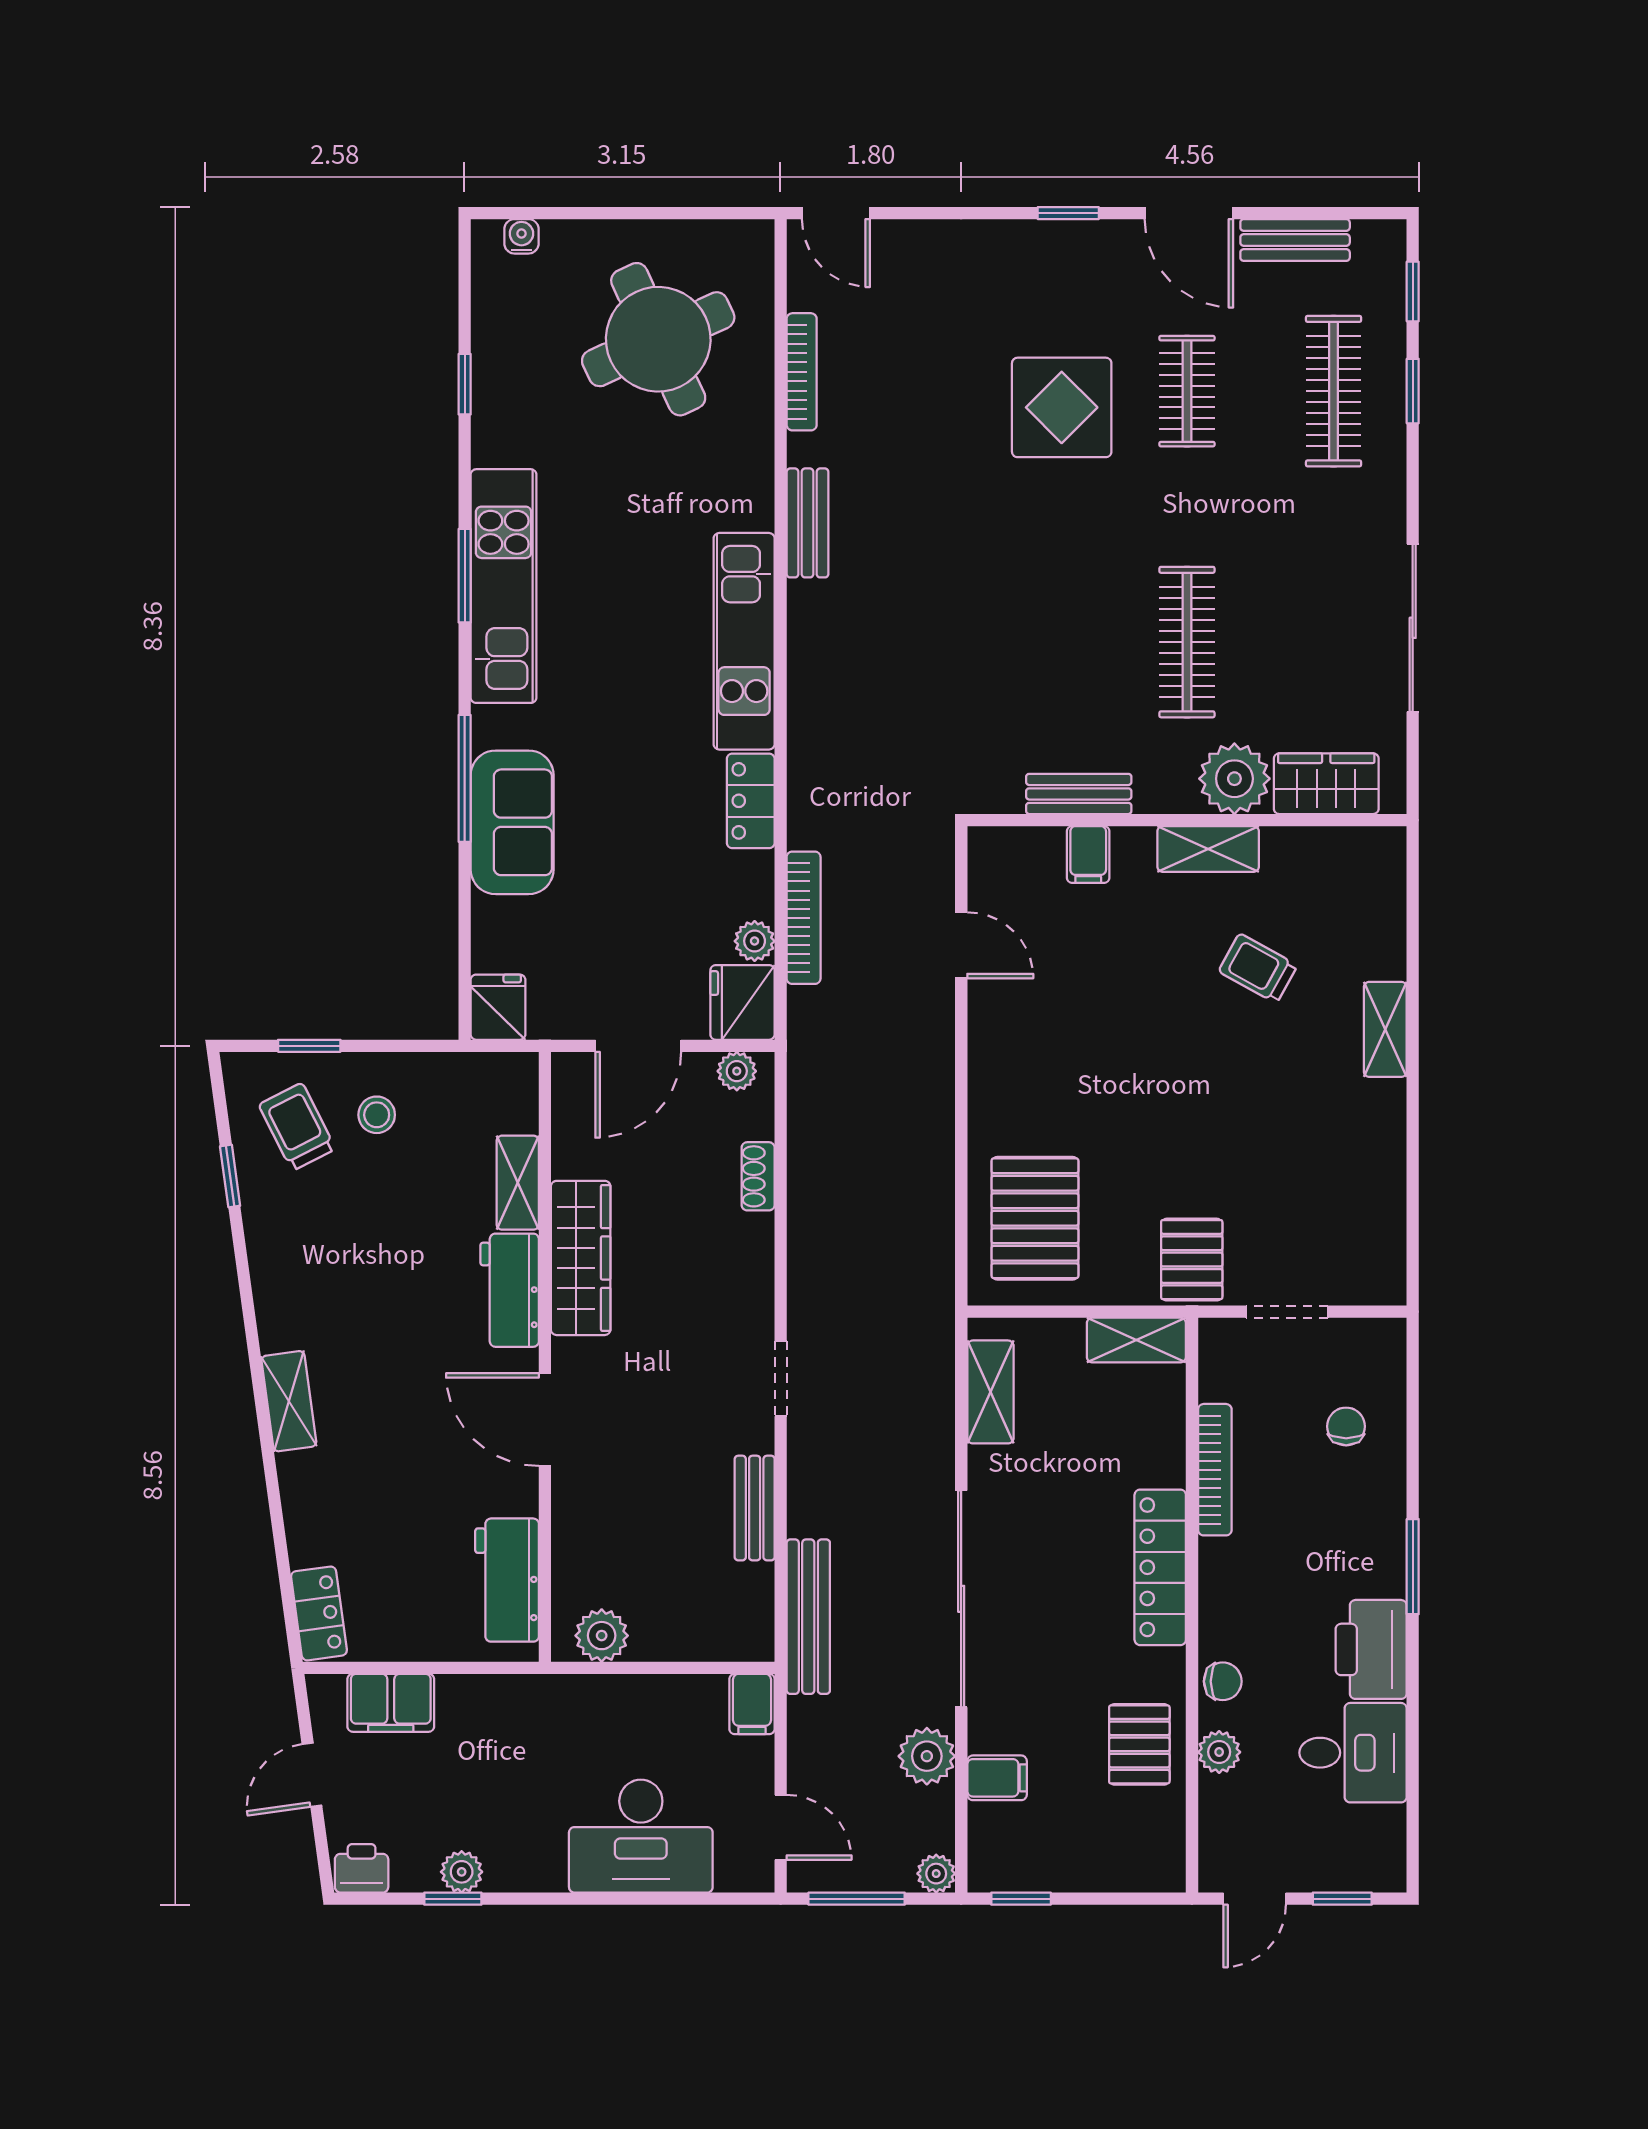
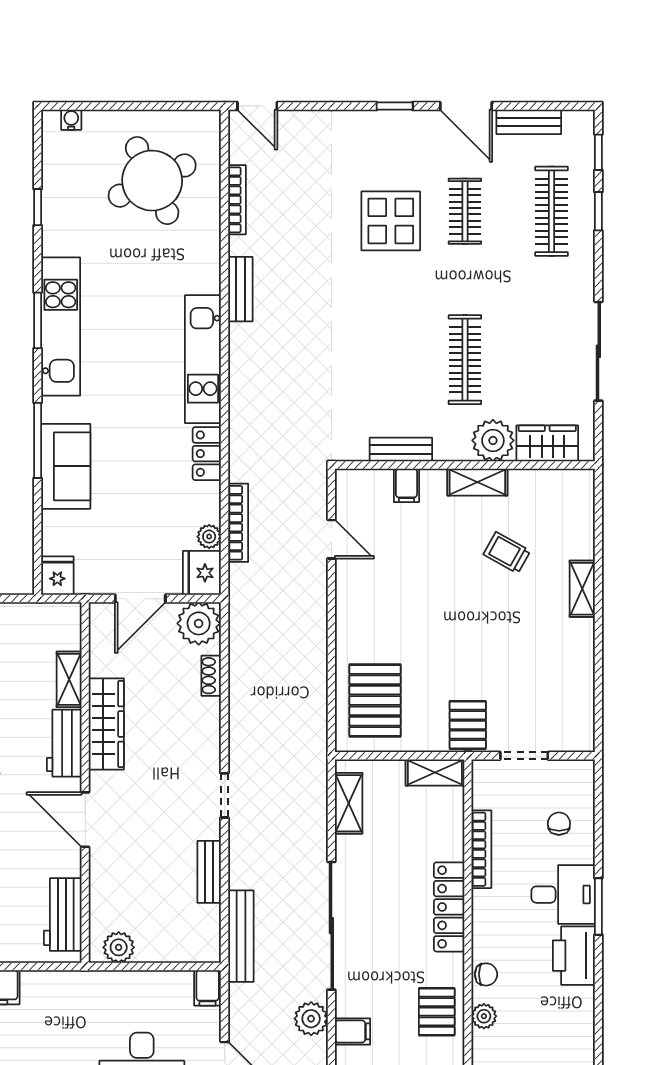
plant: (737, 1071) -> (199, 623), width x1.88, depth x1.88
desk: (1353, 1753) -> (563, 895), moved

